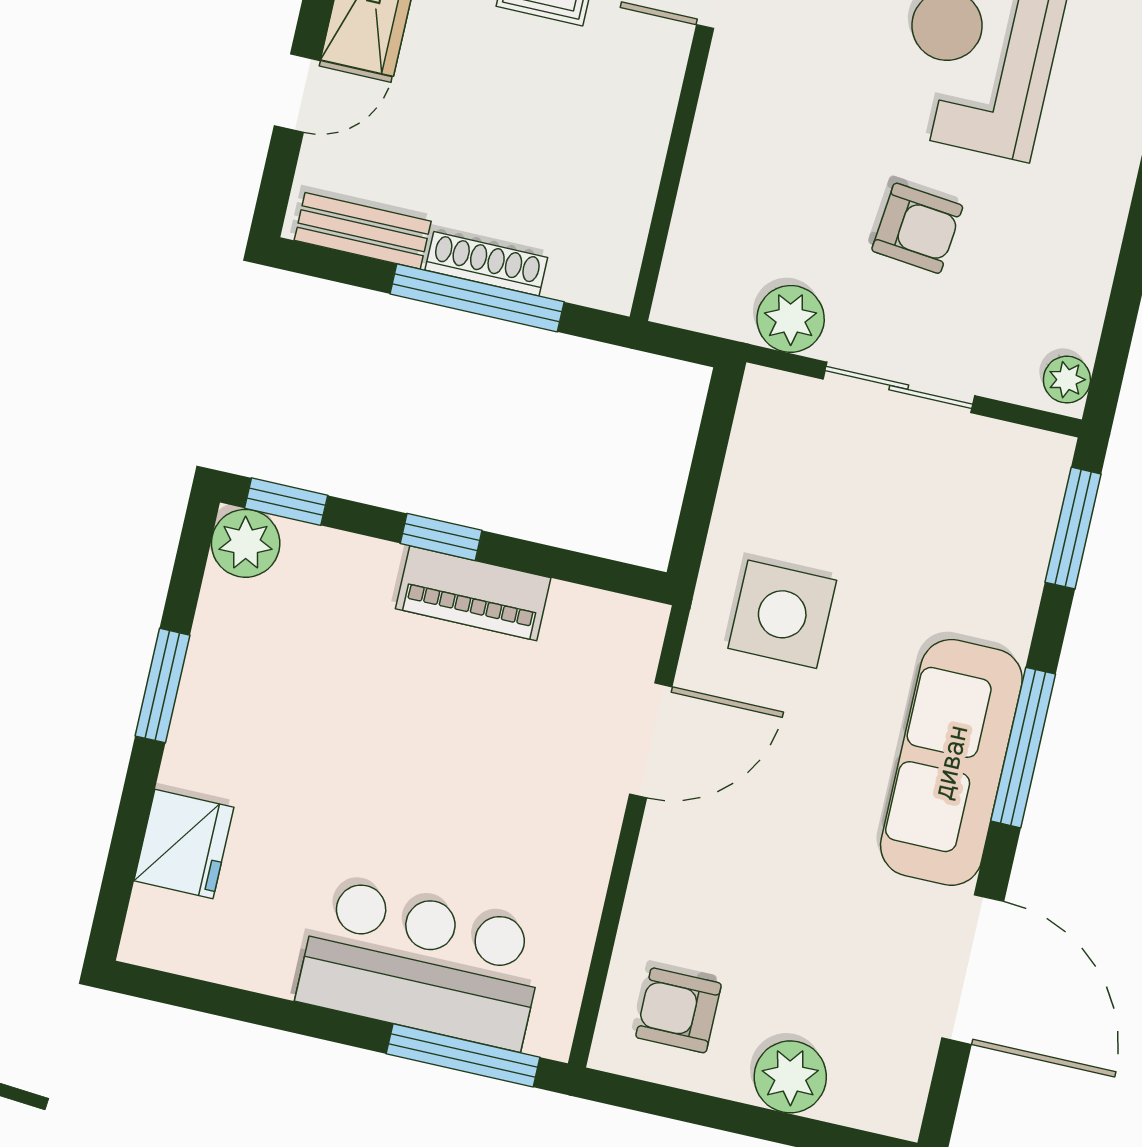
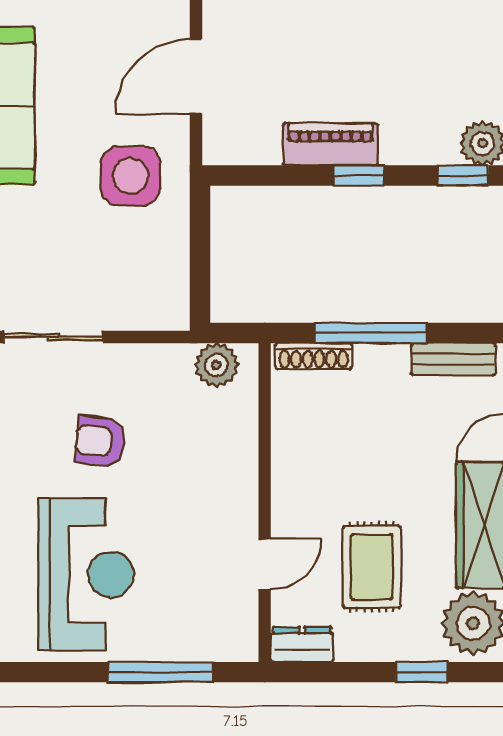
shoe rack: (486, 264) -> (314, 356), moved
plant: (791, 319) -> (216, 365), moved
sliding door: (899, 387) -> (54, 337), moved

